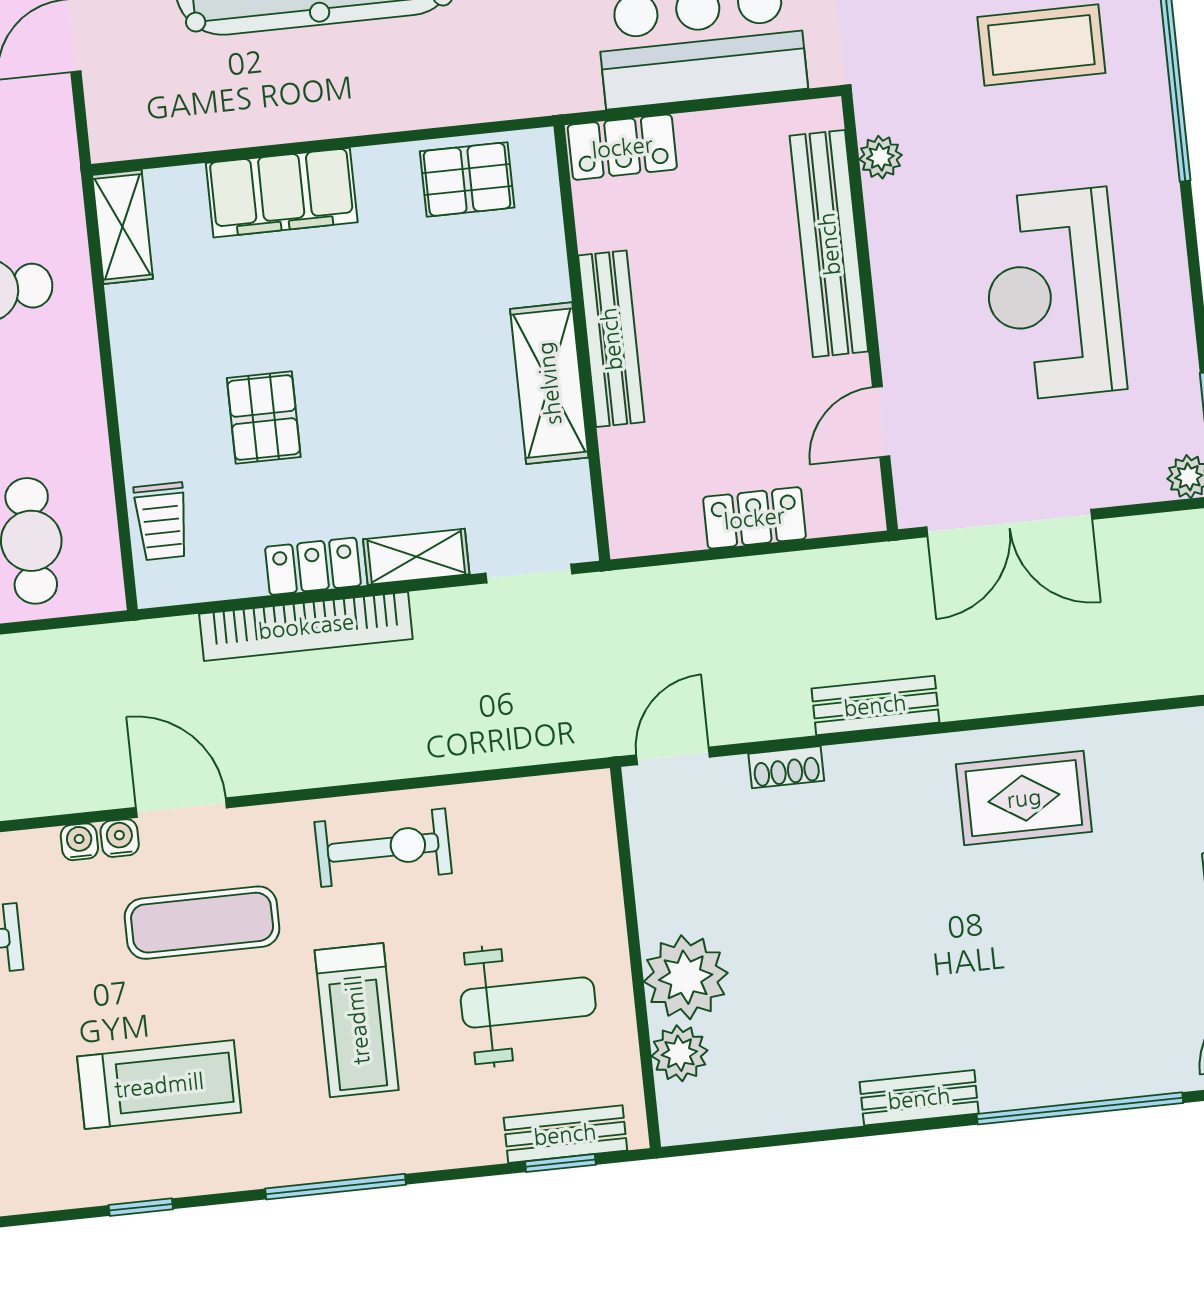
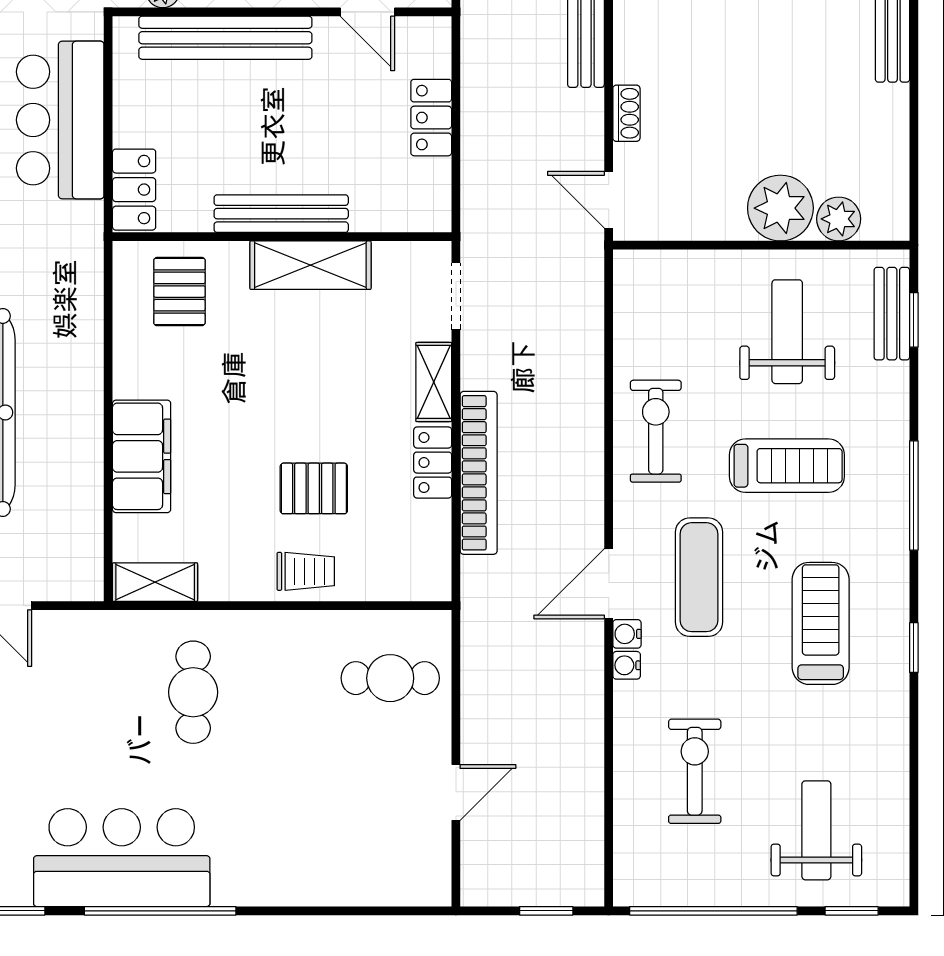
pallet: (467, 179) -> (179, 292), moved
trolley: (162, 521) -> (306, 571), moved

